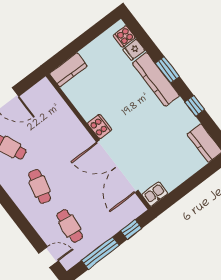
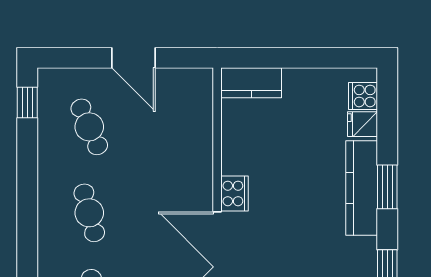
cafe table: (40, 186) -> (89, 213), turned -30

